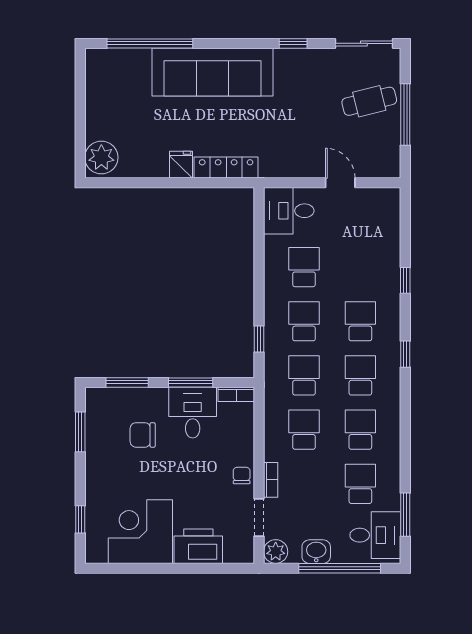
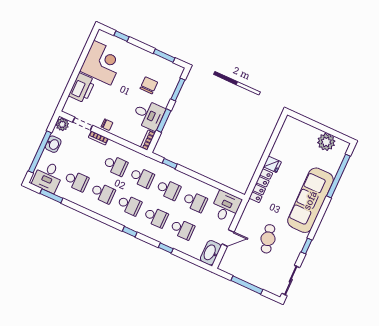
cafe table: (369, 101) -> (268, 239), moved
plant: (101, 157) -> (326, 142), moved
washbasin: (379, 201) -> (211, 253), added
school desk: (360, 267) -> (182, 229), added

